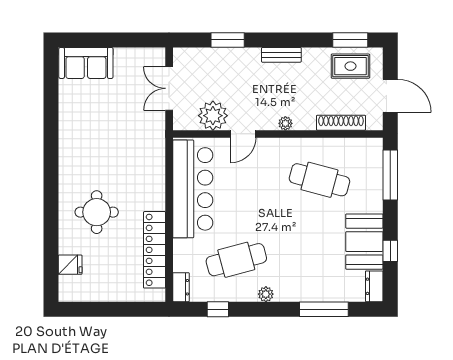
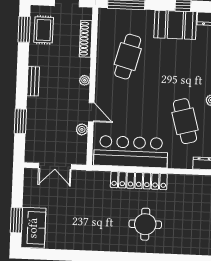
window: (95, 40) -> (16, 220), added
plant: (213, 116) -> (82, 129), width x0.53, depth x0.53
locker: (155, 250) -> (139, 181), moved
fridge: (70, 265) -> (184, 246), removed

